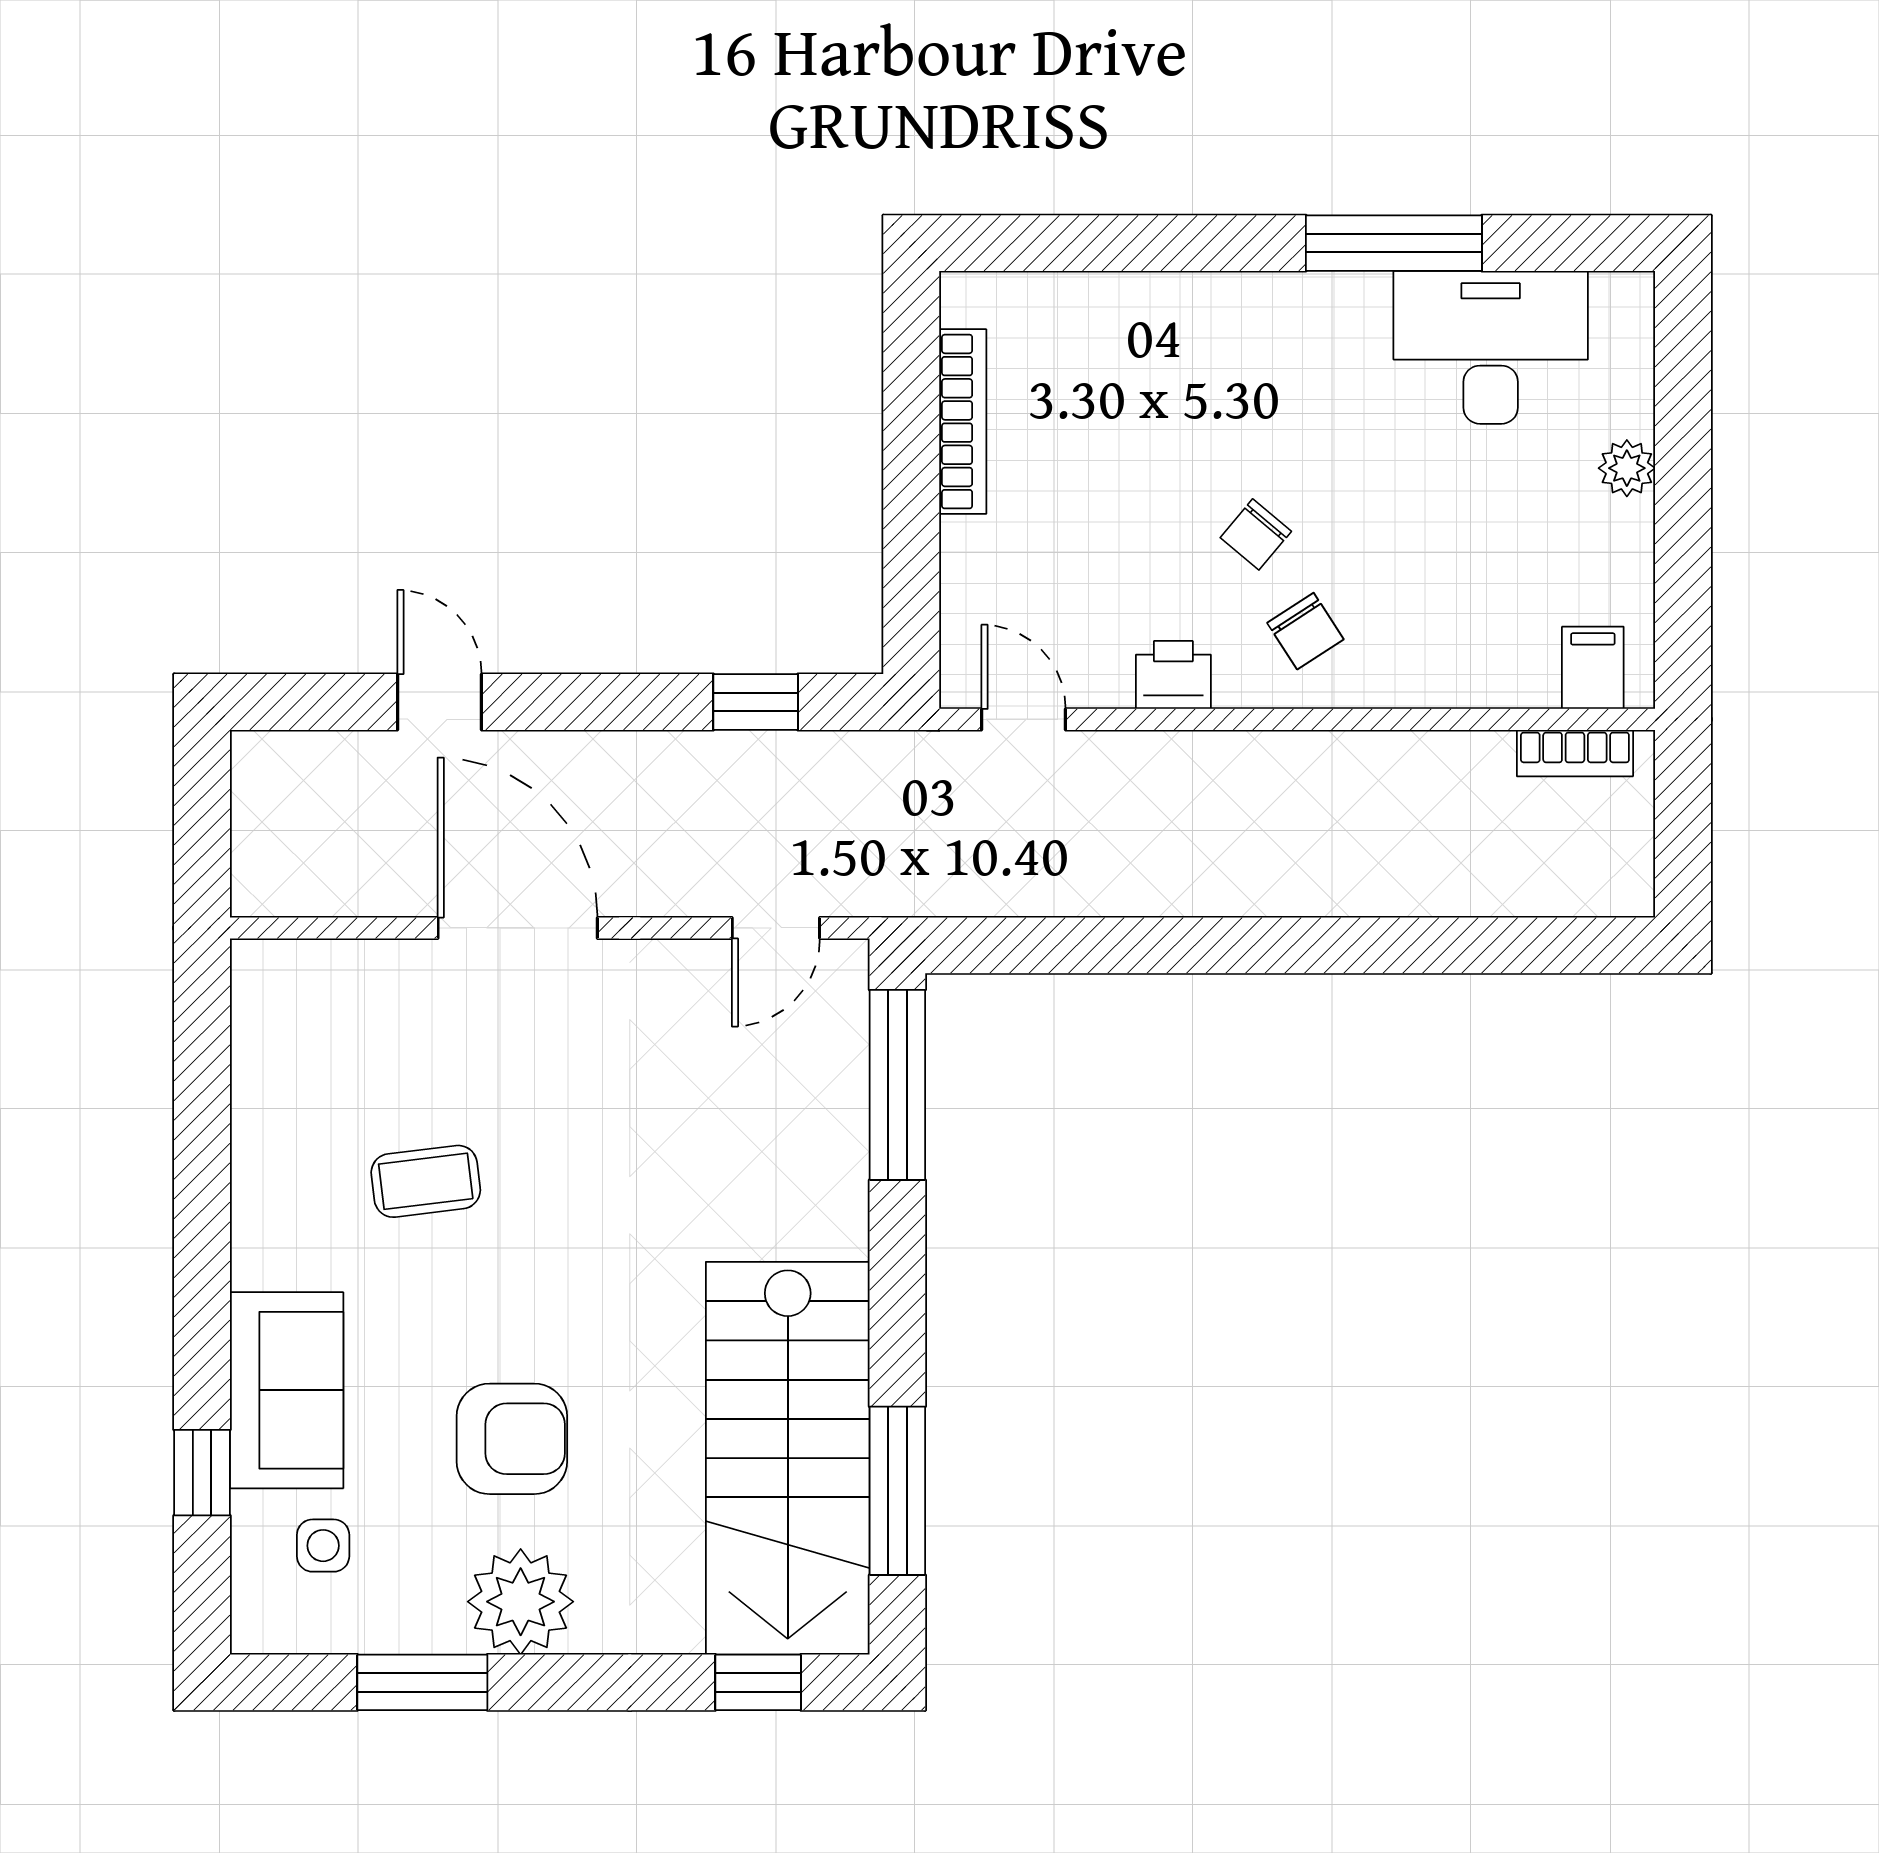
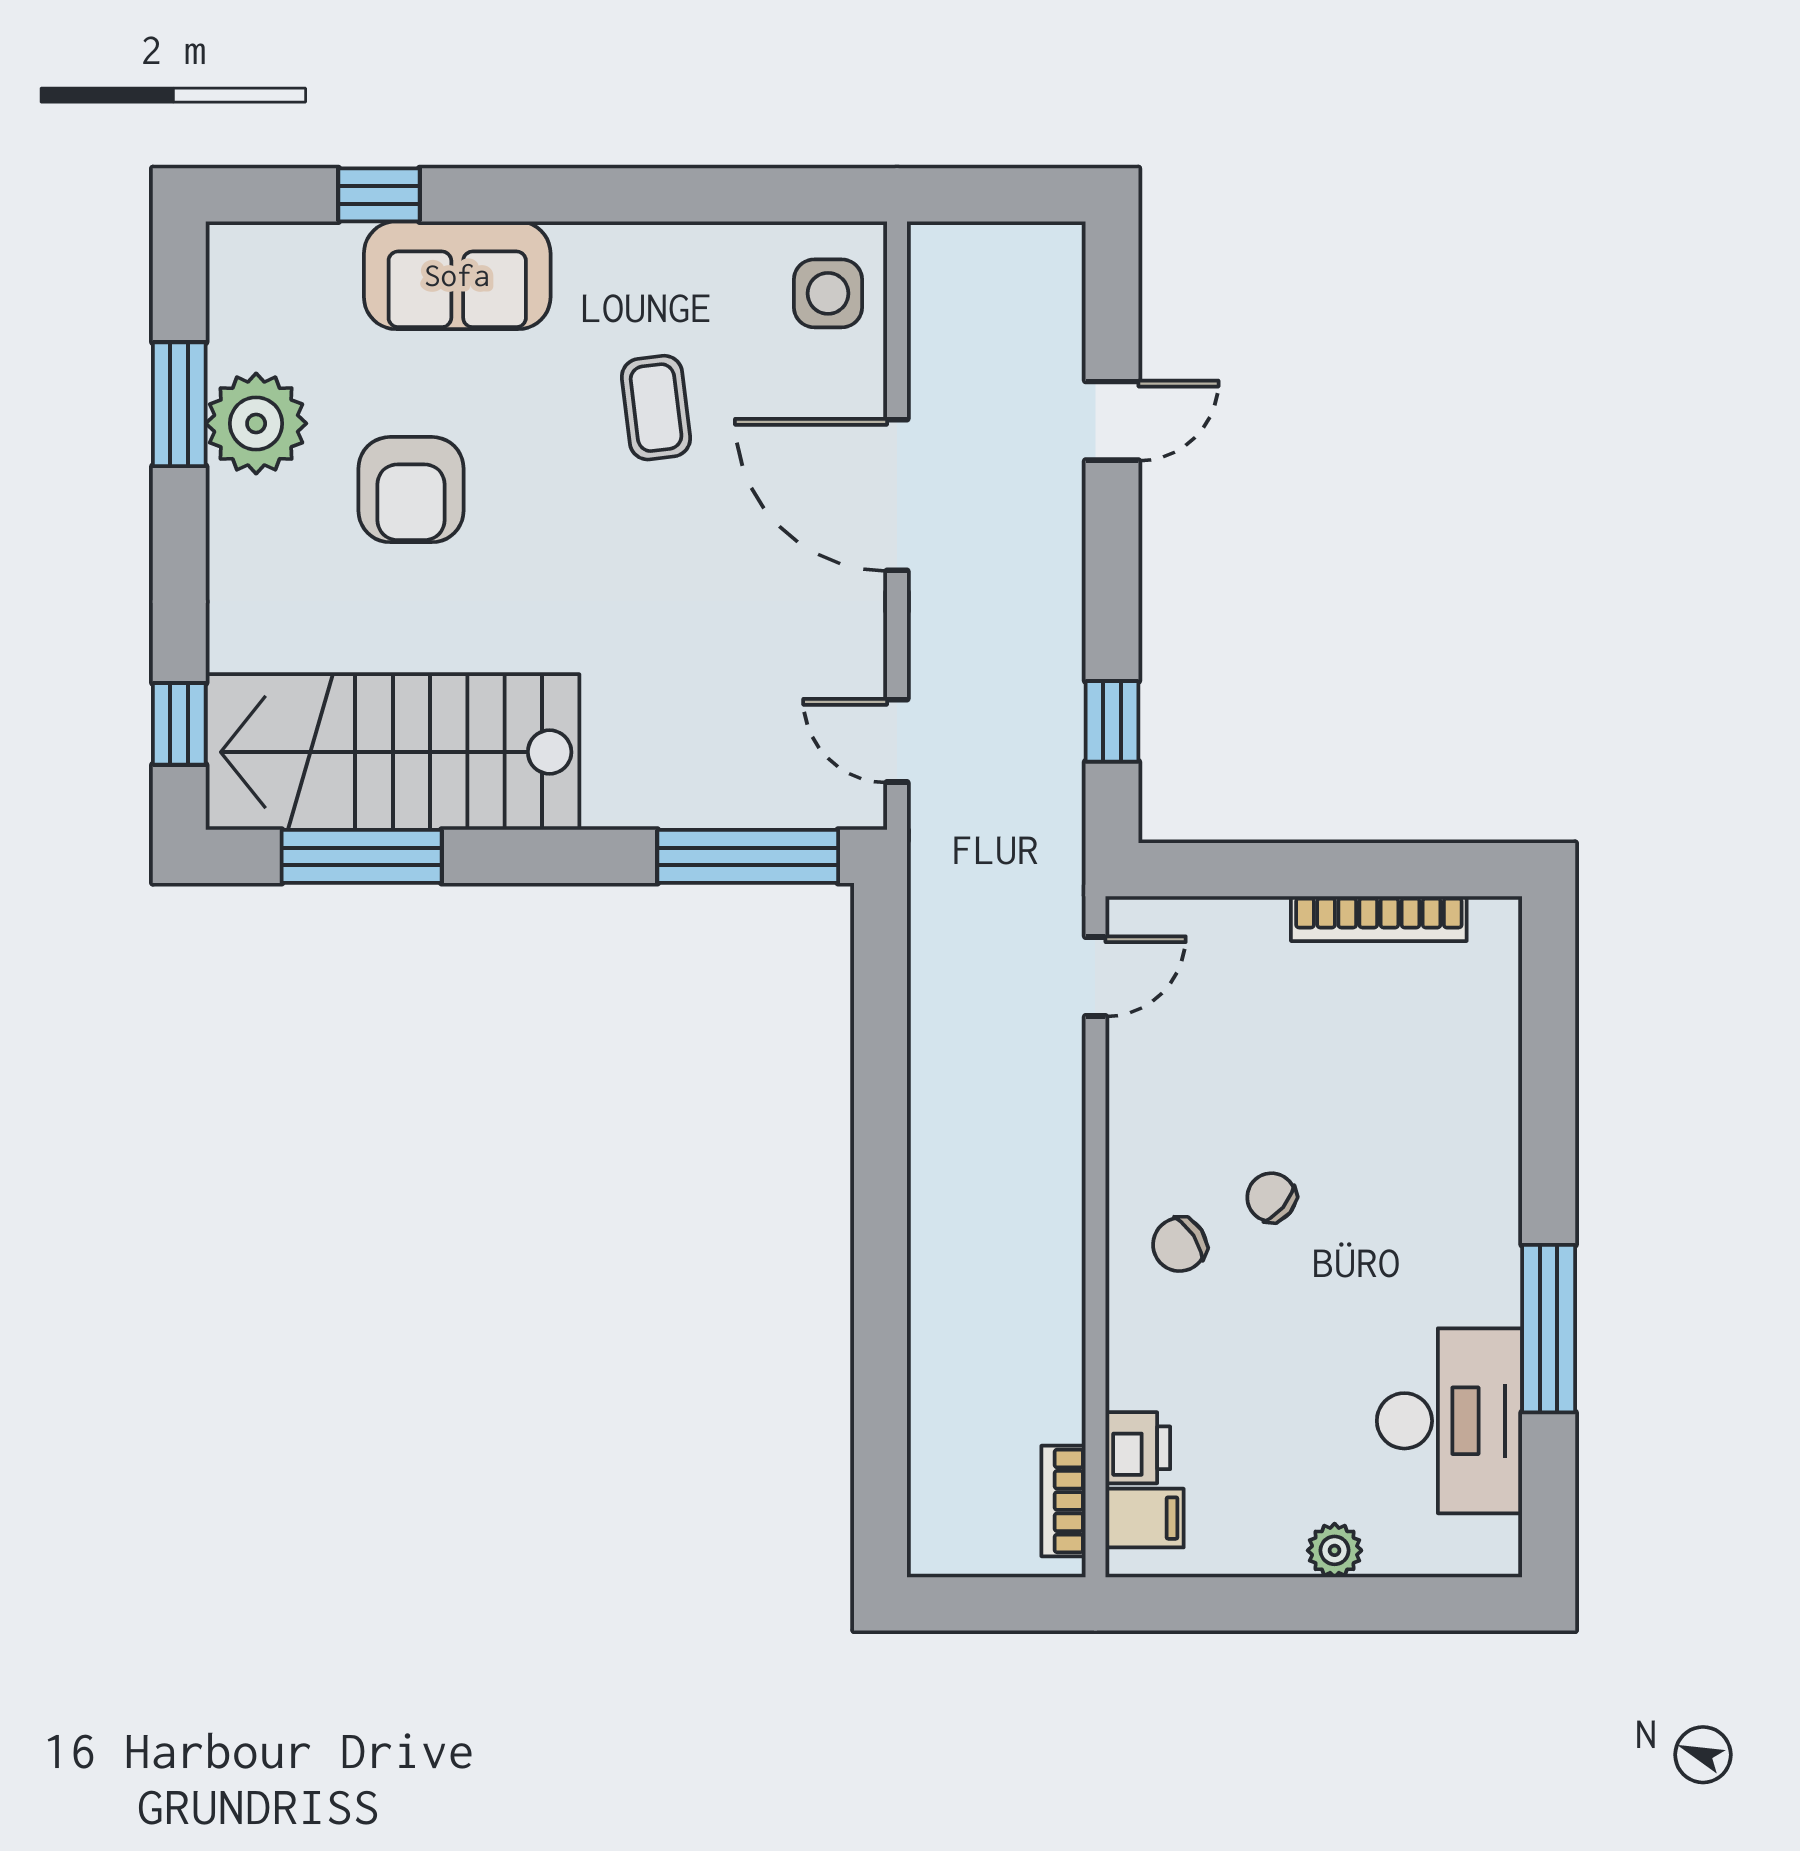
printer: (1173, 675) -> (1138, 1448), moved
door: (518, 928) -> (897, 495), swing flipped
side table: (323, 1546) -> (828, 293), moved, width x1.37, depth x1.37
plant: (521, 1602) -> (256, 423), moved

